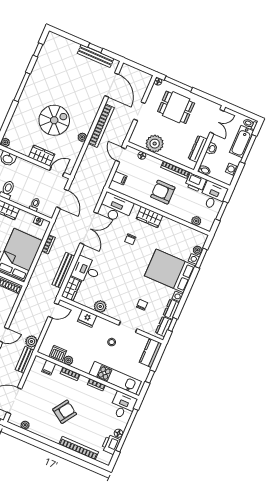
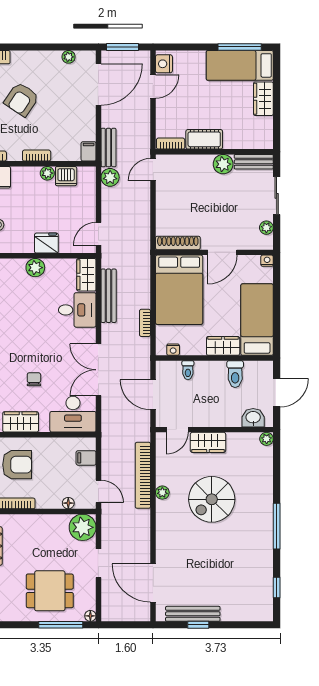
bookcase: (101, 126) -> (143, 475), moved
plant: (155, 144) -> (83, 527), moved
filing cabinet: (49, 368) -> (89, 151), moved

